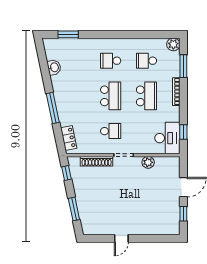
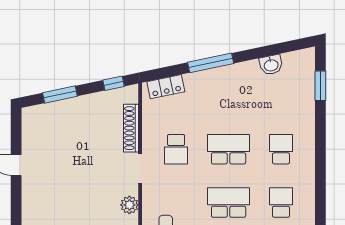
school desk: (111, 96) -> (229, 149), turned 180
school desk: (146, 96) -> (229, 203), turned 180

